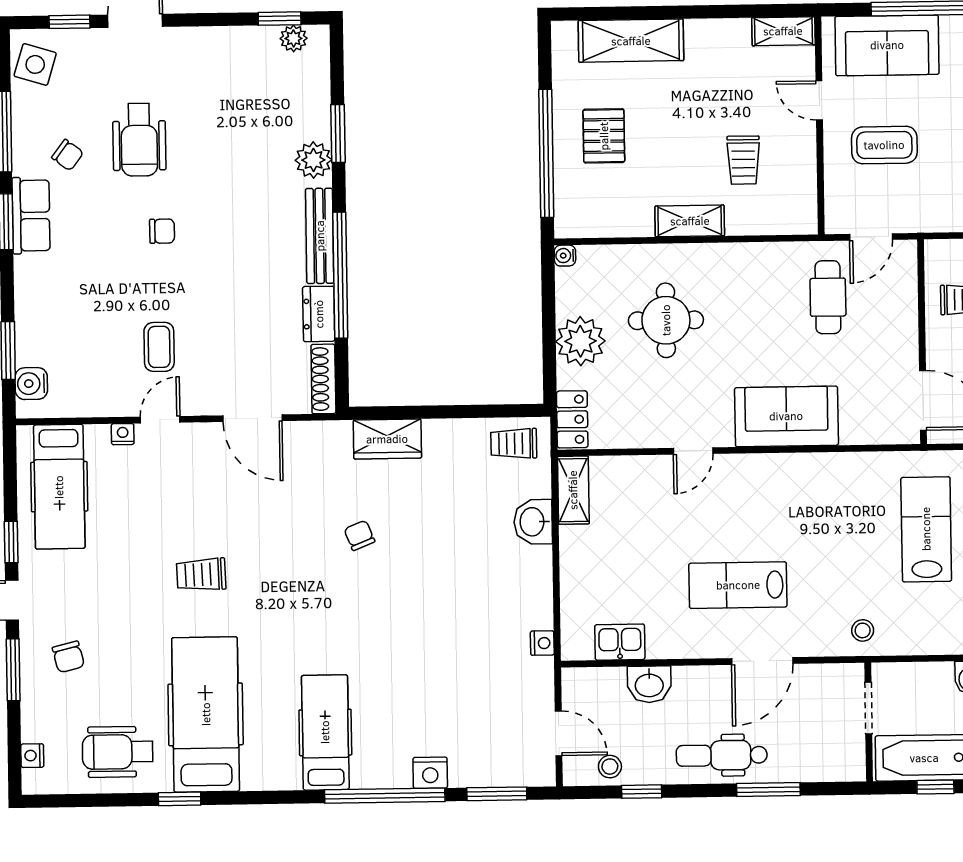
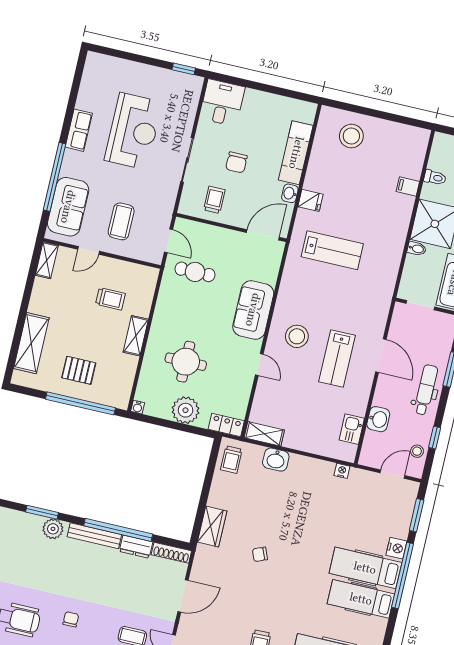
lab bench: (926, 529) -> (332, 250), turned 180
stool: (863, 630) -> (297, 336), moved, width x1.89, depth x1.89
hospital bed: (382, 727) -> (365, 568), added
dental chair: (722, 755) -> (426, 390), turned 180

